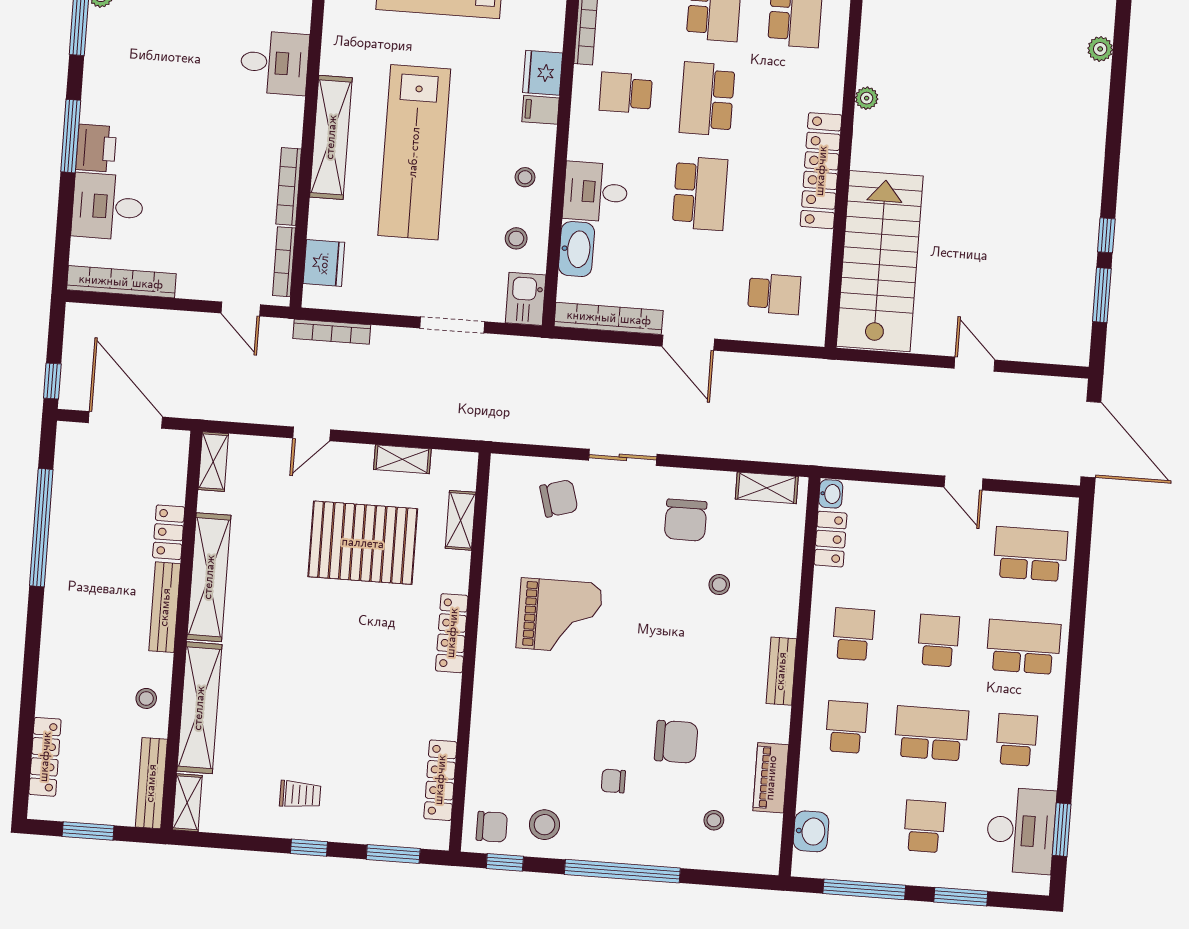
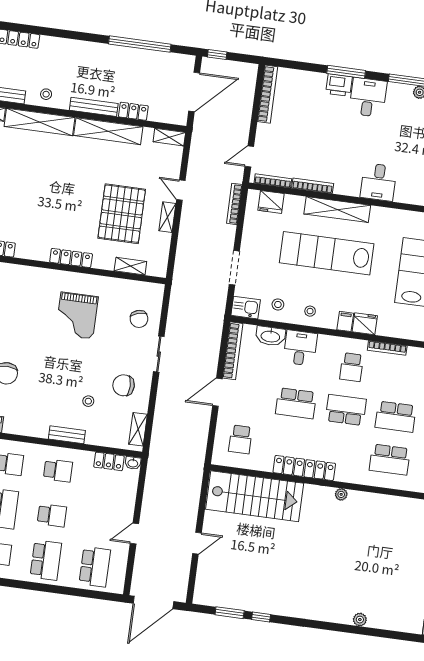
school desk: (626, 93) -> (352, 367), turned 180
desk: (108, 207) -> (368, 97), moved
shelving: (402, 459) -> (167, 217), moved
bench: (781, 671) -> (67, 435), moved

